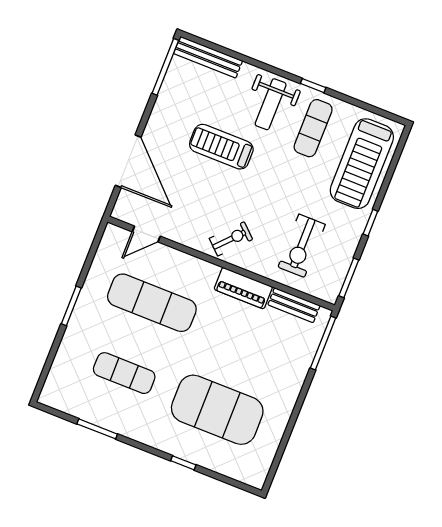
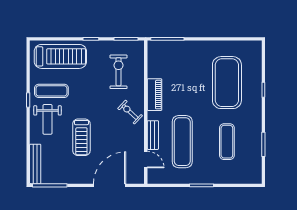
weight bench: (271, 104) -> (48, 119), turned 90
exercise bike: (302, 246) -> (118, 72), turned -90
bench: (294, 305) -> (153, 135), moved

